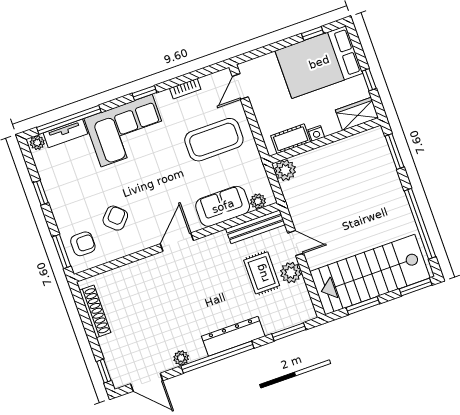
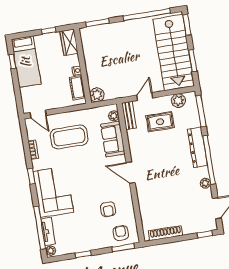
bed: (319, 62) -> (26, 62), width x0.67
coffee table: (214, 140) -> (69, 137), turned 90
armchair: (115, 218) -> (108, 209), turned -133
bench: (255, 227) -> (129, 115), width x0.73
plant: (291, 273) -> (178, 101), moved
window: (289, 332) -> (201, 111), width x1.44

